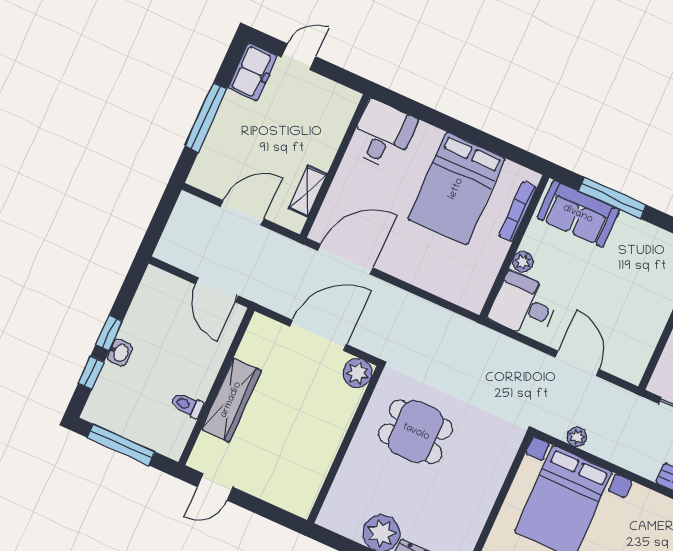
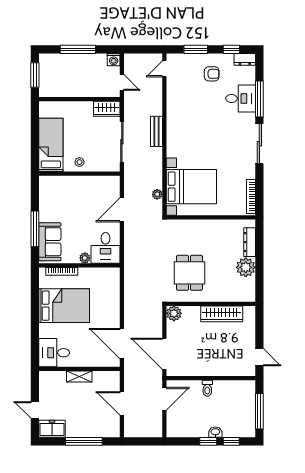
shelving: (308, 191) -> (79, 377), moved
door: (318, 335) -> (164, 354), moved
wardrobe: (231, 400) -> (222, 314), moved, turned 180
toilet: (187, 405) -> (207, 388), moved

